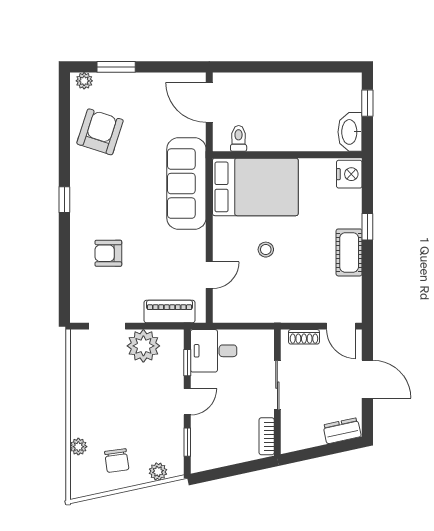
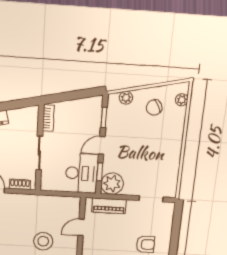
stool: (266, 250) -> (43, 241), width x1.89, depth x1.89
plant: (143, 346) -> (112, 184), moved
desk: (214, 351) -> (82, 173), width x1.37
plant: (78, 447) -> (182, 100), moved
chair: (117, 461) -> (154, 107), turned -113

